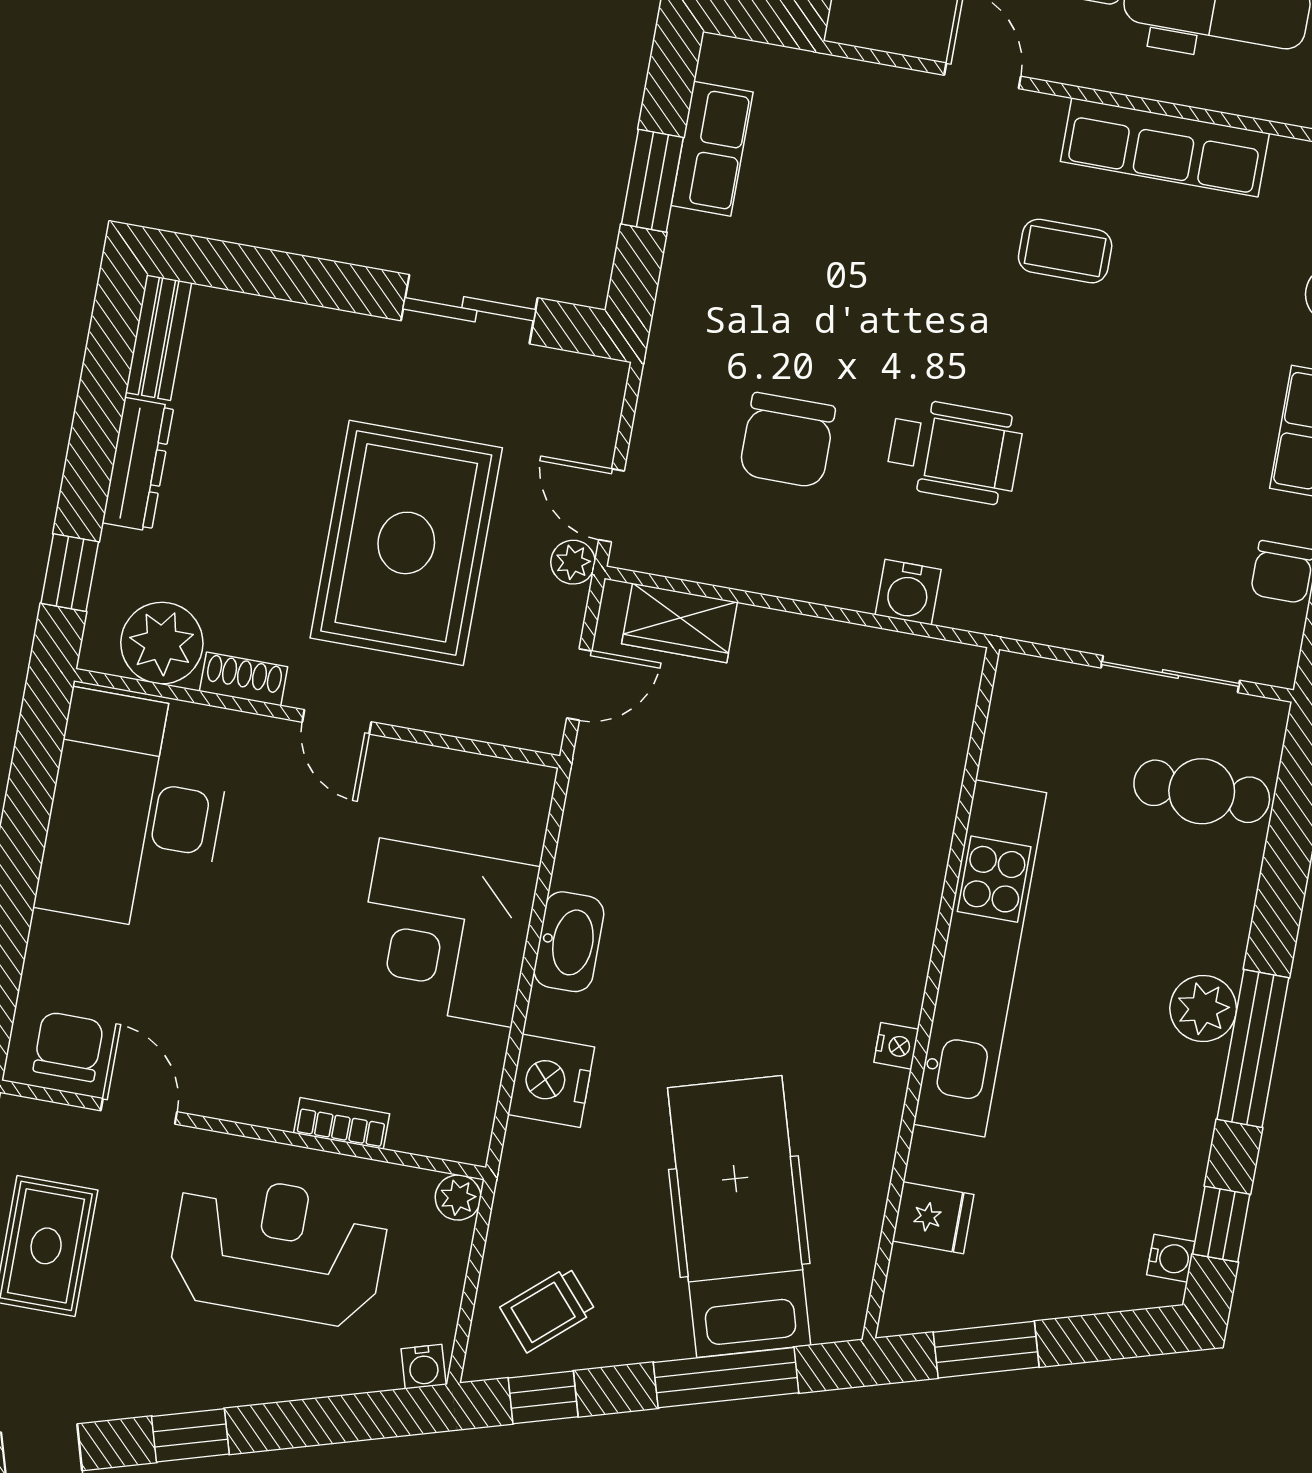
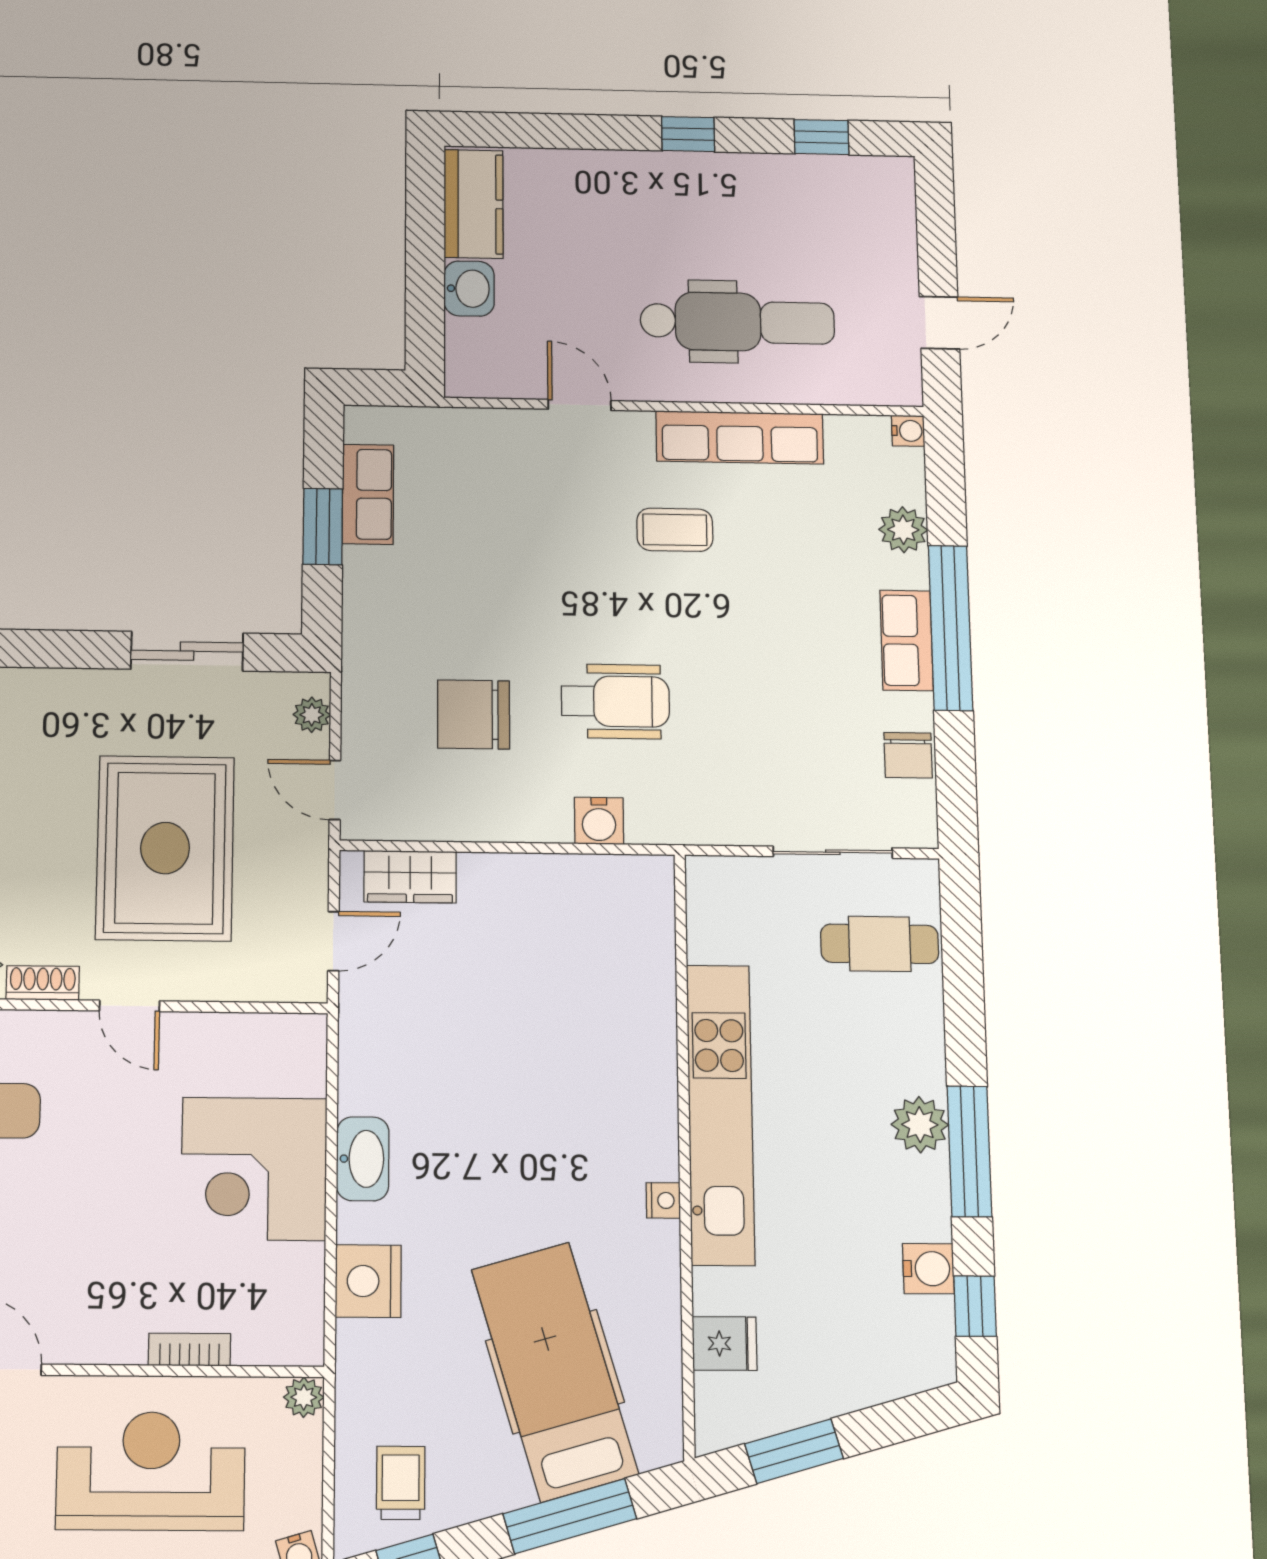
chair: (787, 440) -> (474, 714), turned 90
plant: (573, 562) -> (312, 715), moved
water cooler: (1171, 1258) -> (928, 1269), moved, width x1.38, depth x1.38
trolley: (548, 1309) -> (401, 1483), turned 131

